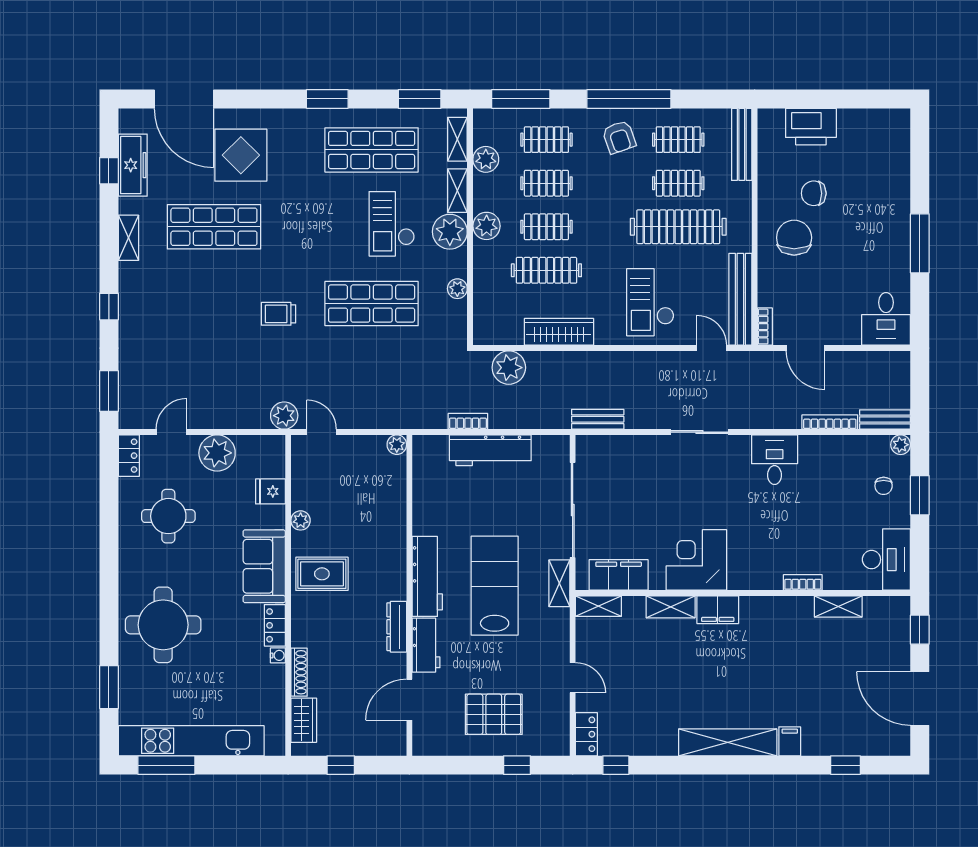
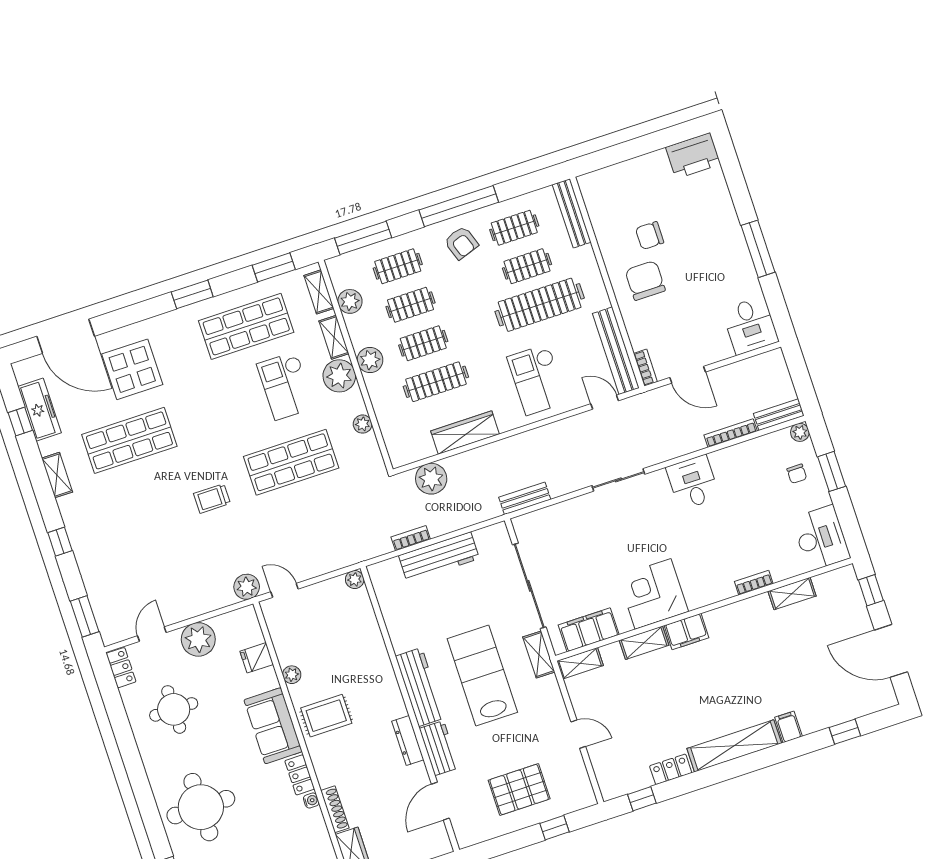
printer: (811, 127) -> (693, 156), moved
locker: (586, 734) -> (671, 769), moved, turned -90

